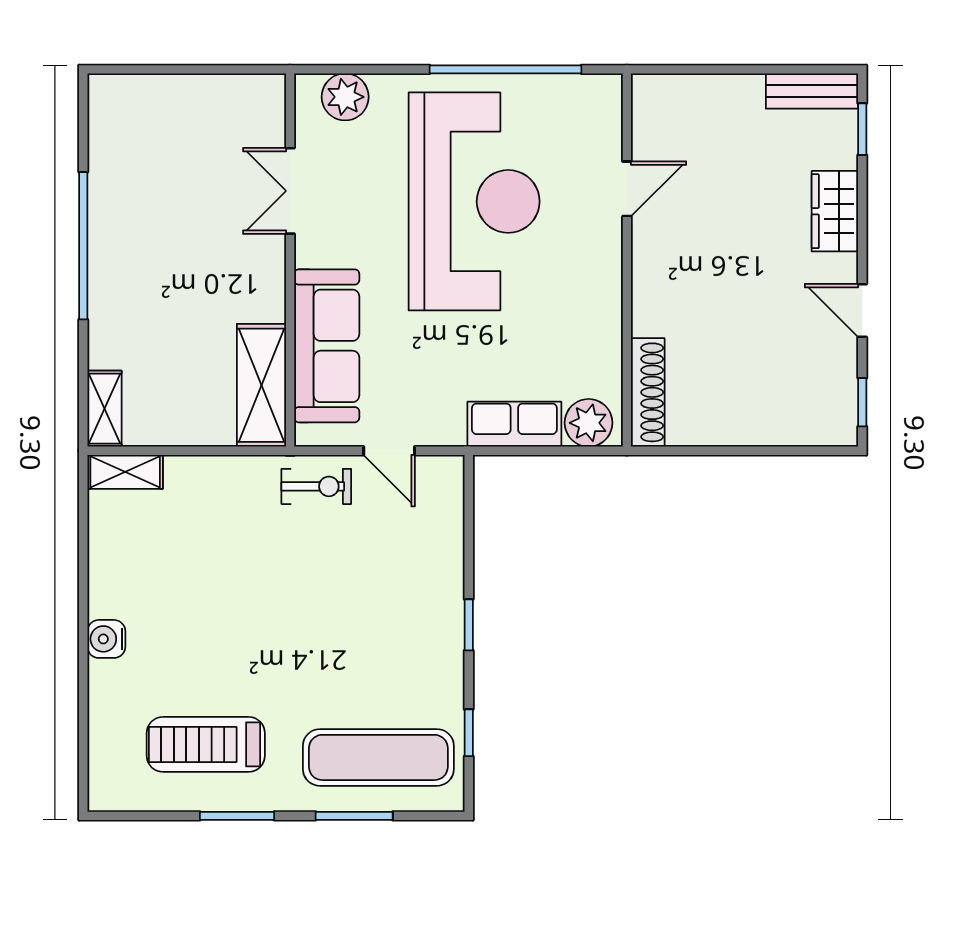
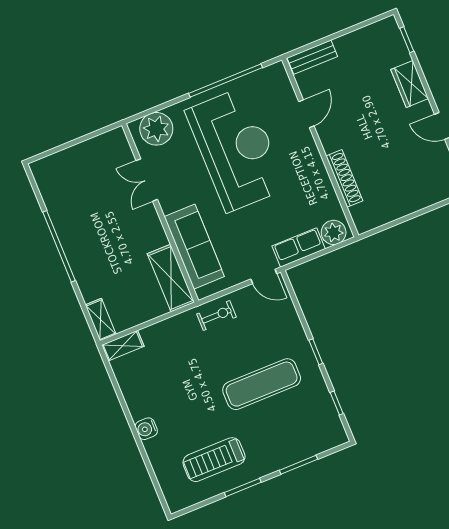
bench: (812, 91) -> (312, 57), moved
plant: (345, 97) -> (156, 129), width x1.36, depth x1.36
shoe rack: (648, 392) -> (344, 178), moved
door: (389, 451) -> (264, 276), moved
exercise mat: (378, 757) -> (262, 384), moved

